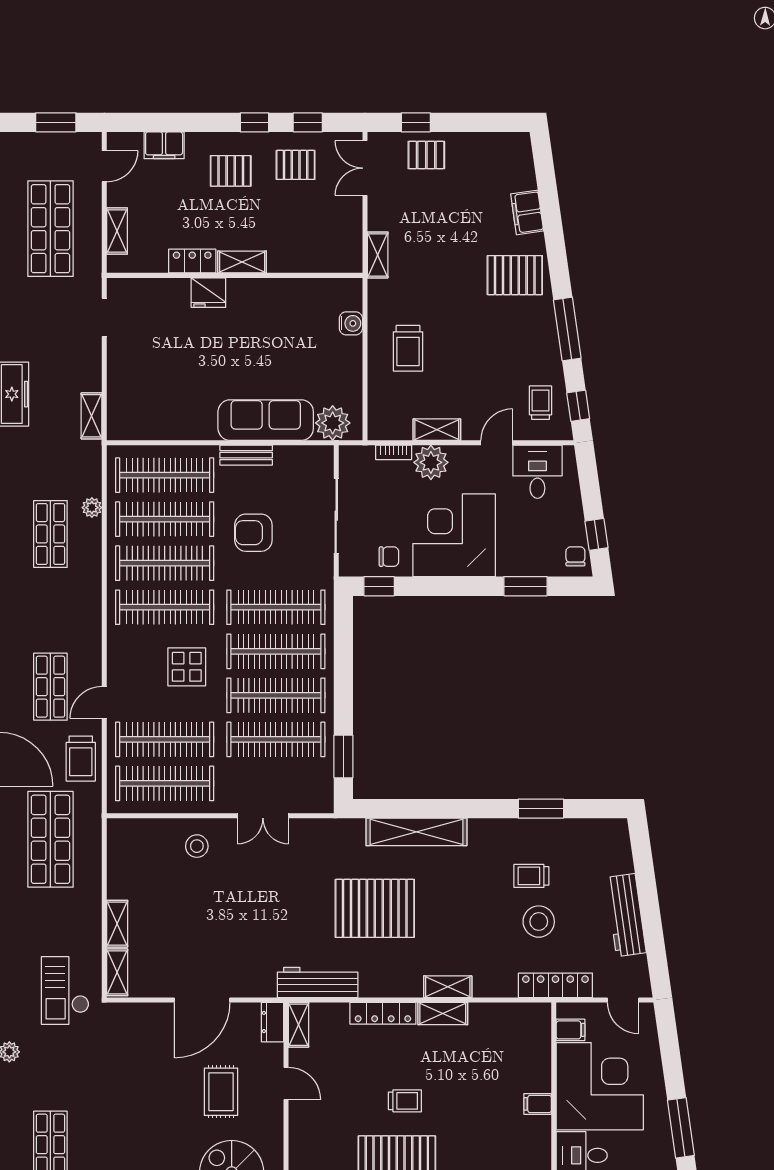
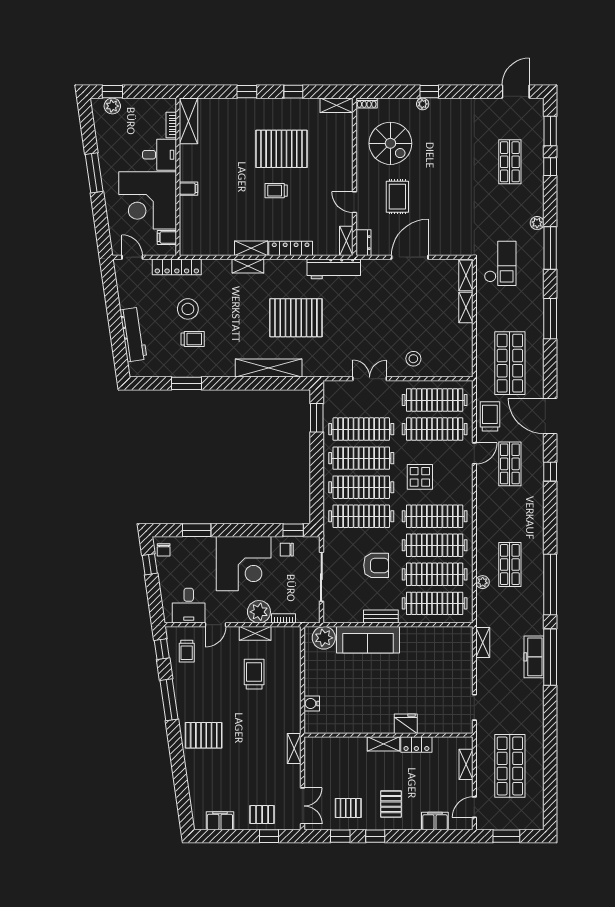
pallet: (231, 171) -> (391, 804), turned 90
filing cabinet: (527, 212) -> (220, 821), moved, turned -82
trolley: (408, 348) -> (254, 674), moved
workbench: (626, 915) -> (133, 335), moved

